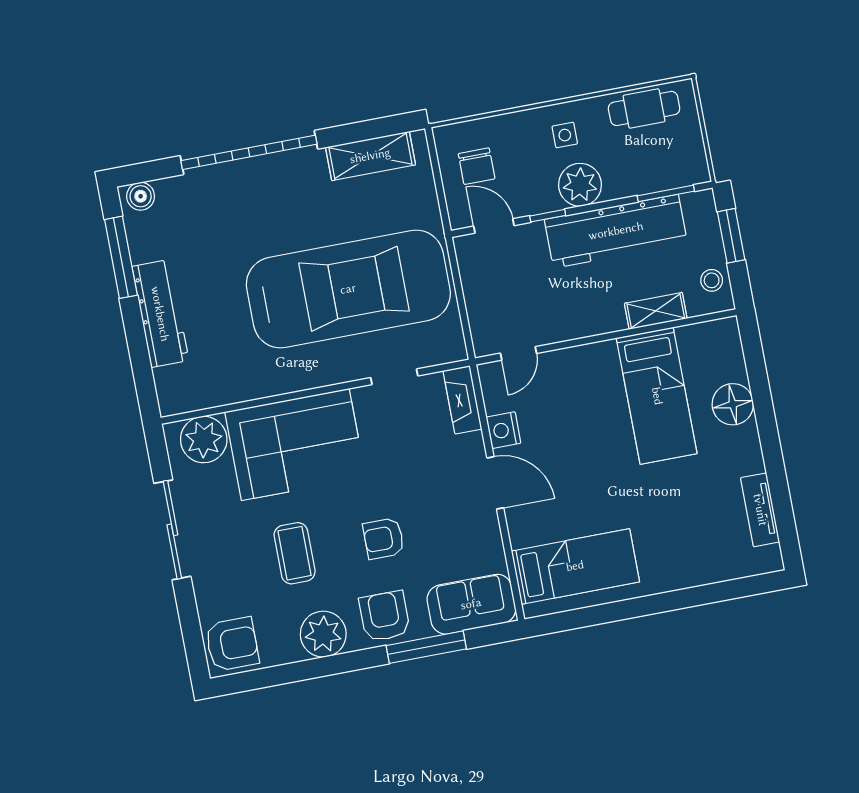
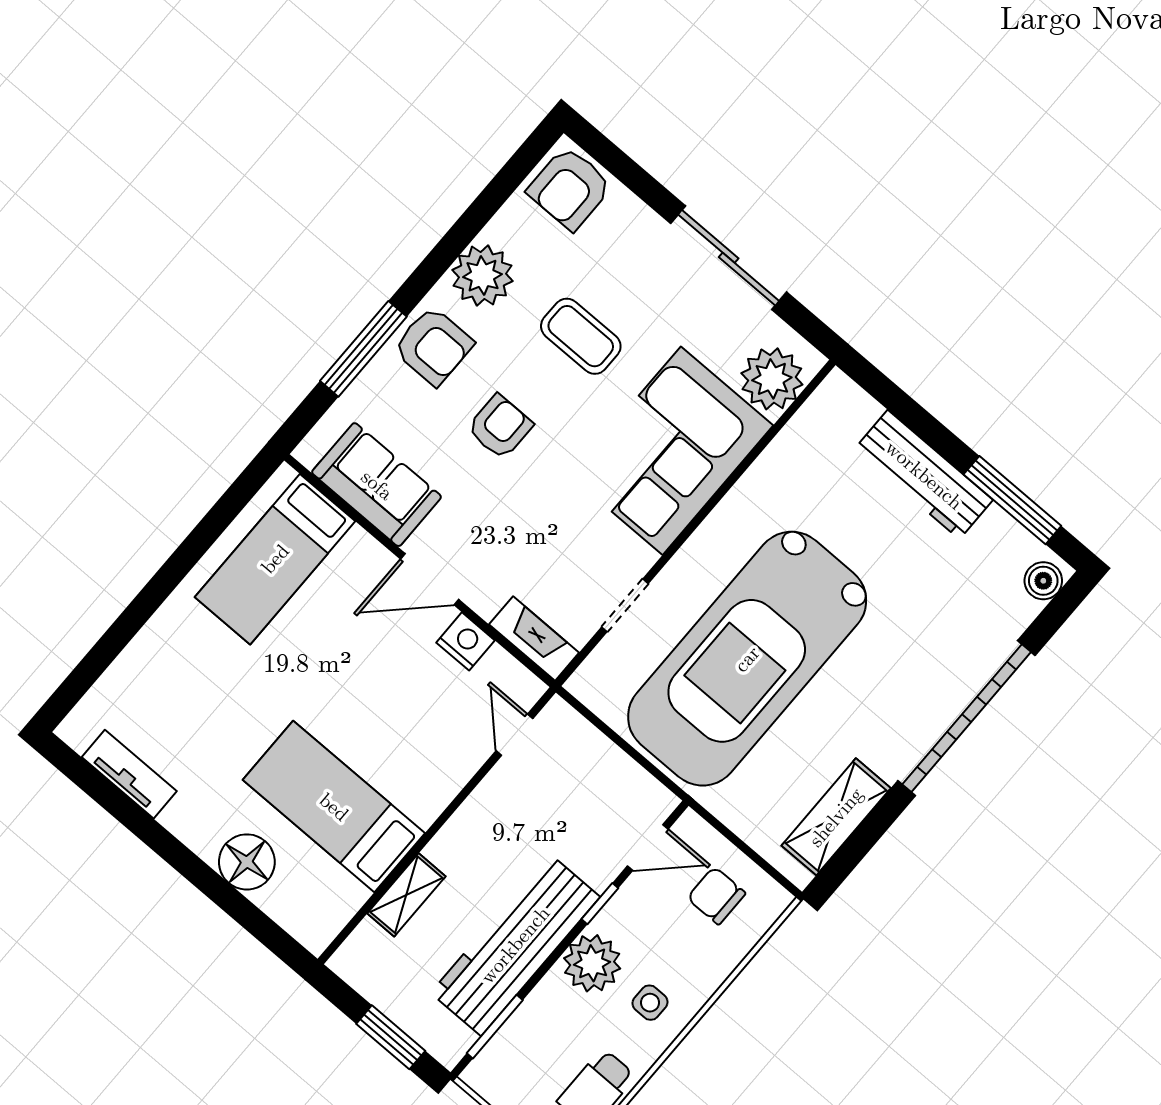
stool: (712, 280) -> (373, 974), removed
sofa: (471, 604) -> (377, 485), moved, turned -90

